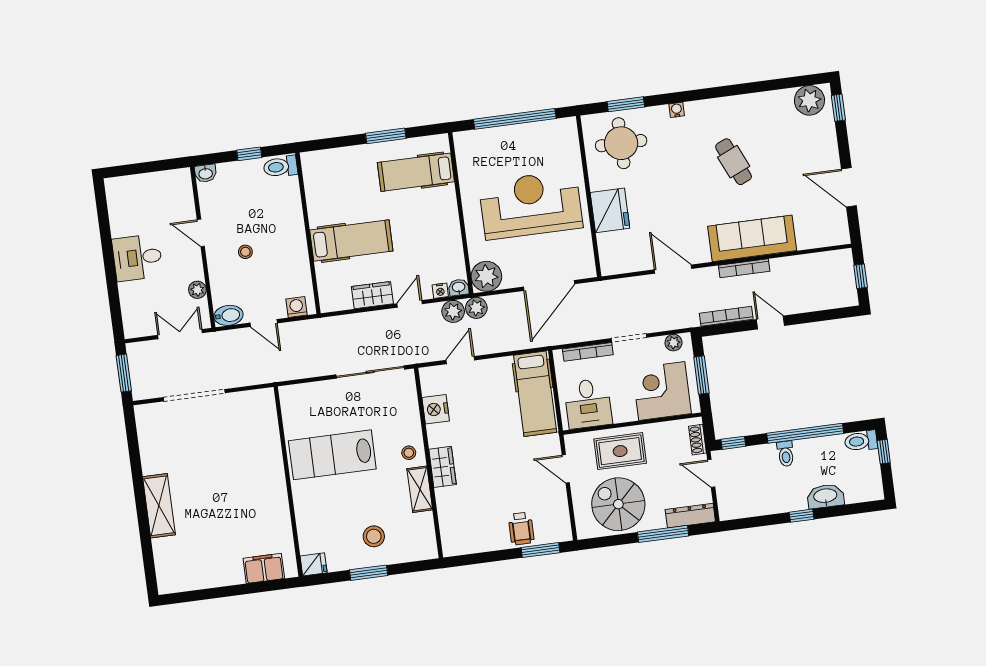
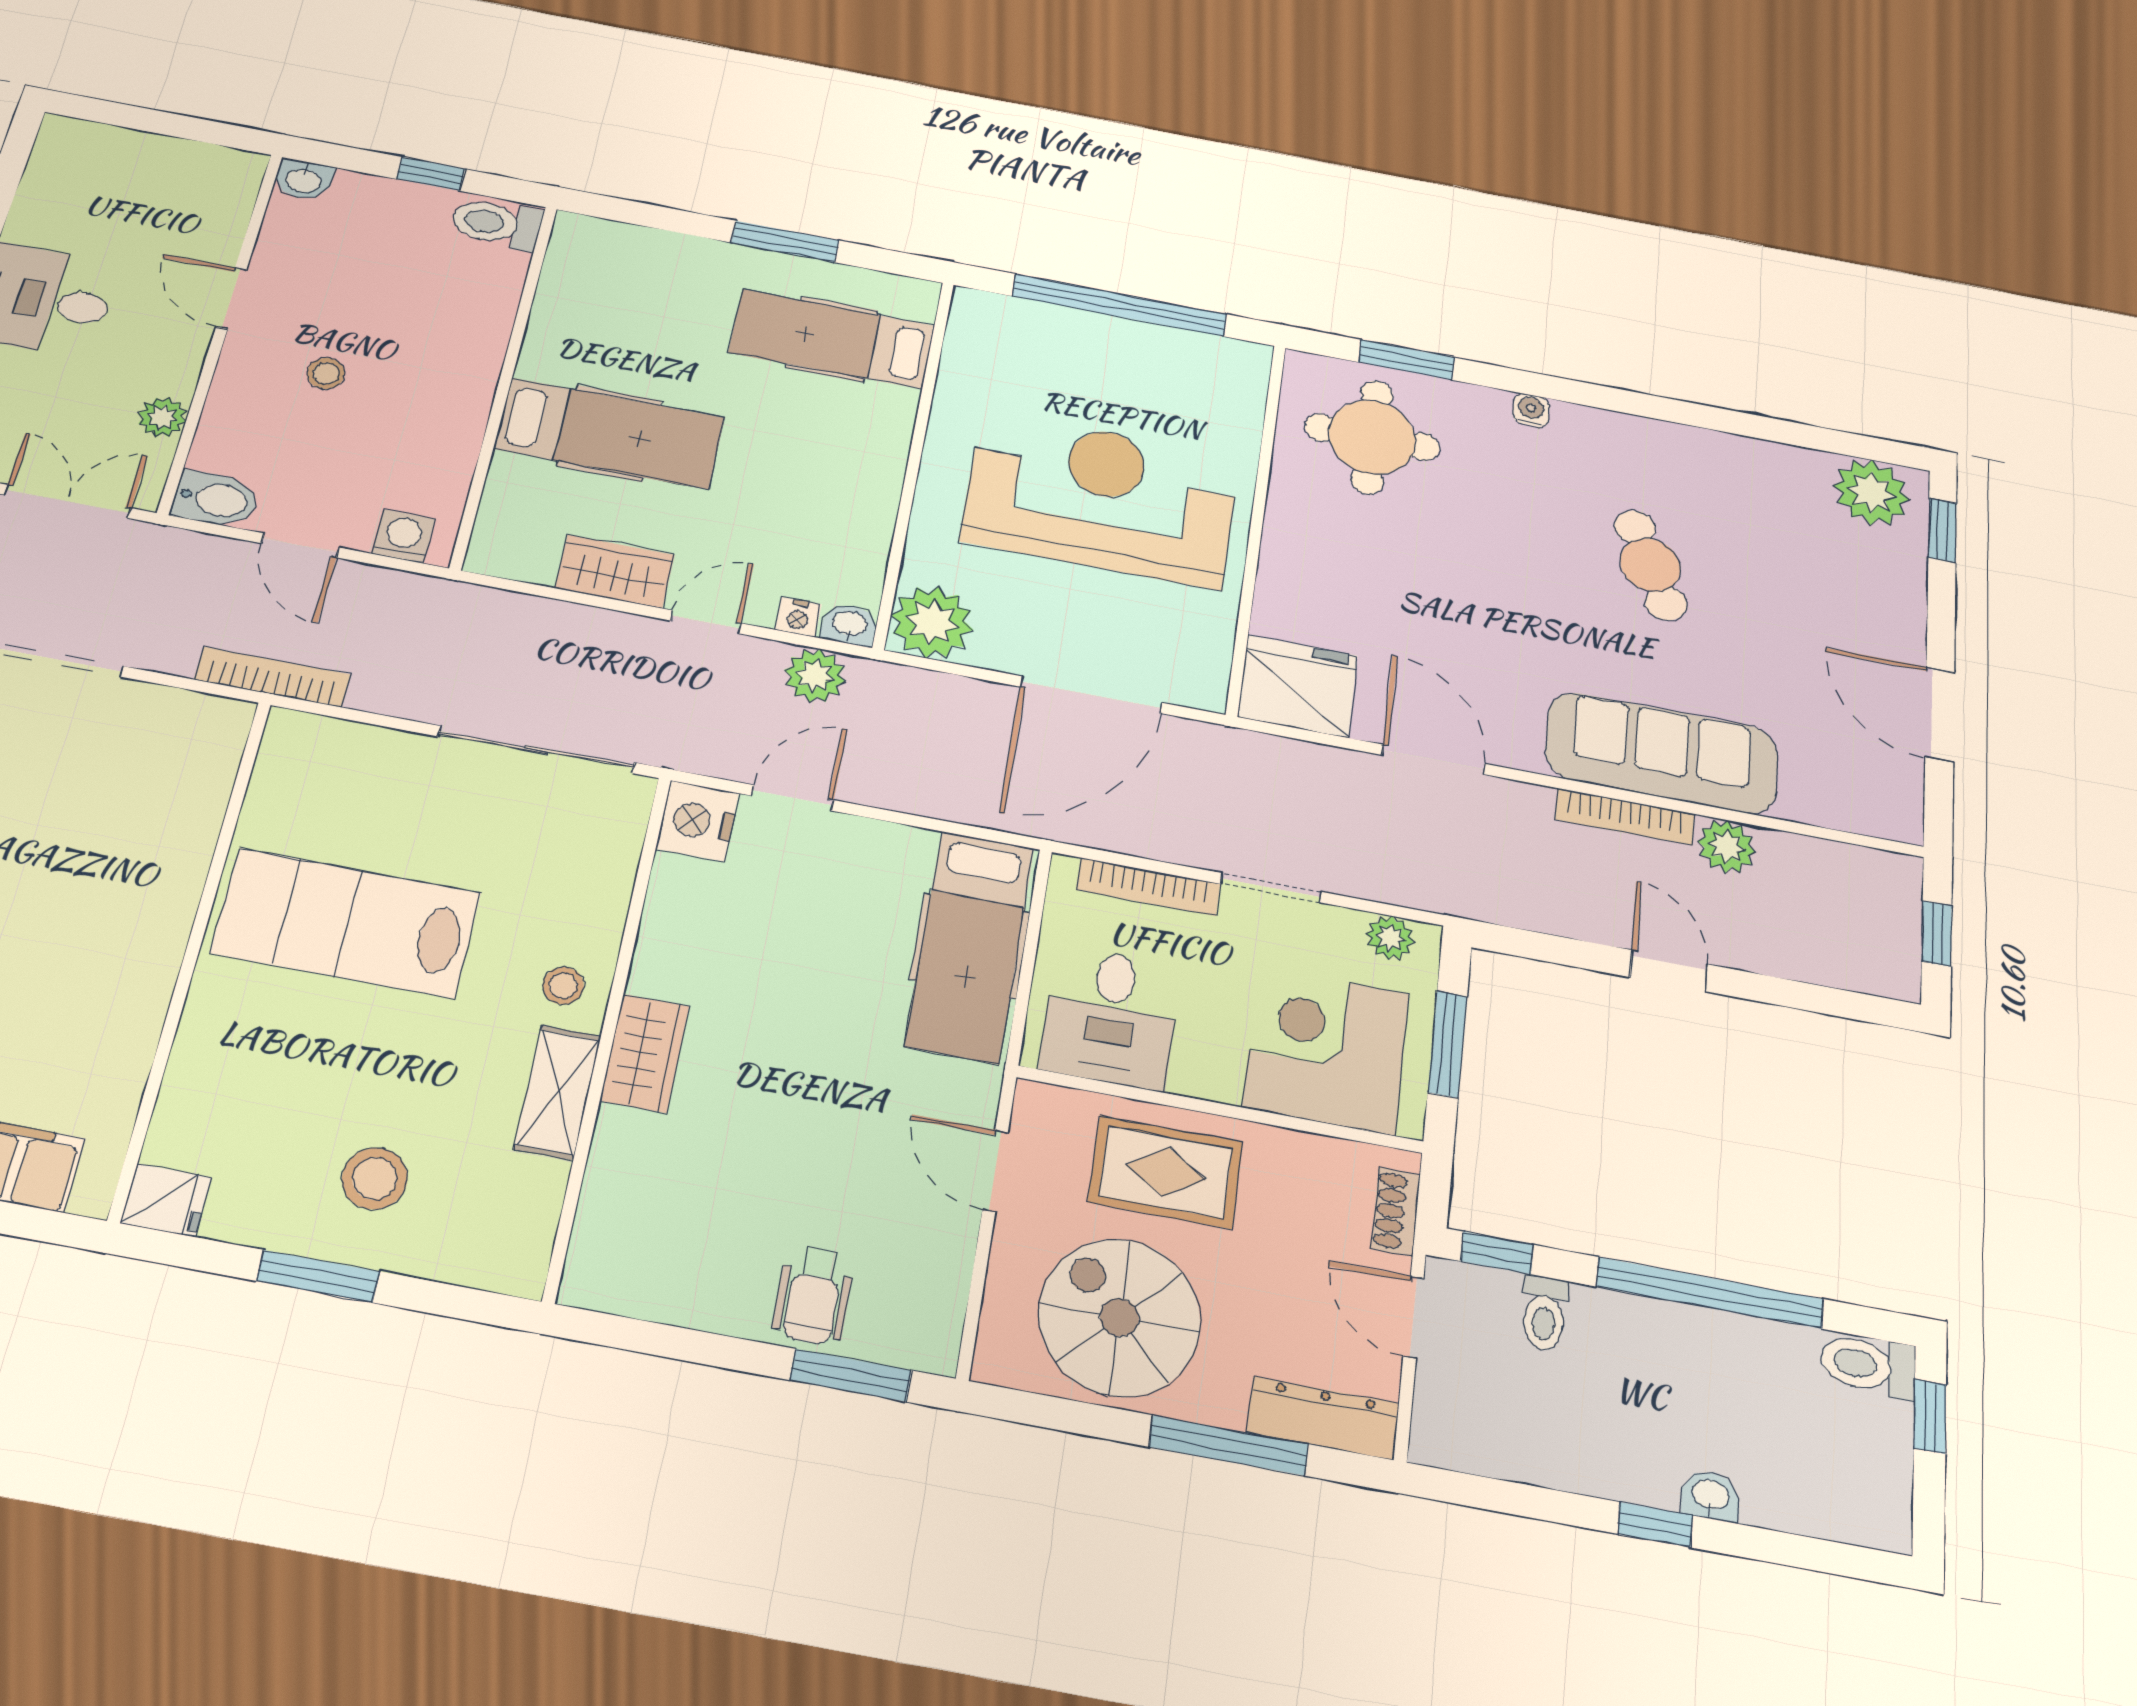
fridge: (610, 210) -> (1298, 686), moved, turned -90
plant: (476, 308) -> (1727, 846), moved
bookcase: (726, 316) -> (272, 677), moved
nightstand: (436, 409) -> (697, 821), moved
toilet: (786, 454) -> (1544, 1313), moved
washbasin: (825, 496) -> (1710, 1496), width x0.52, depth x0.69

